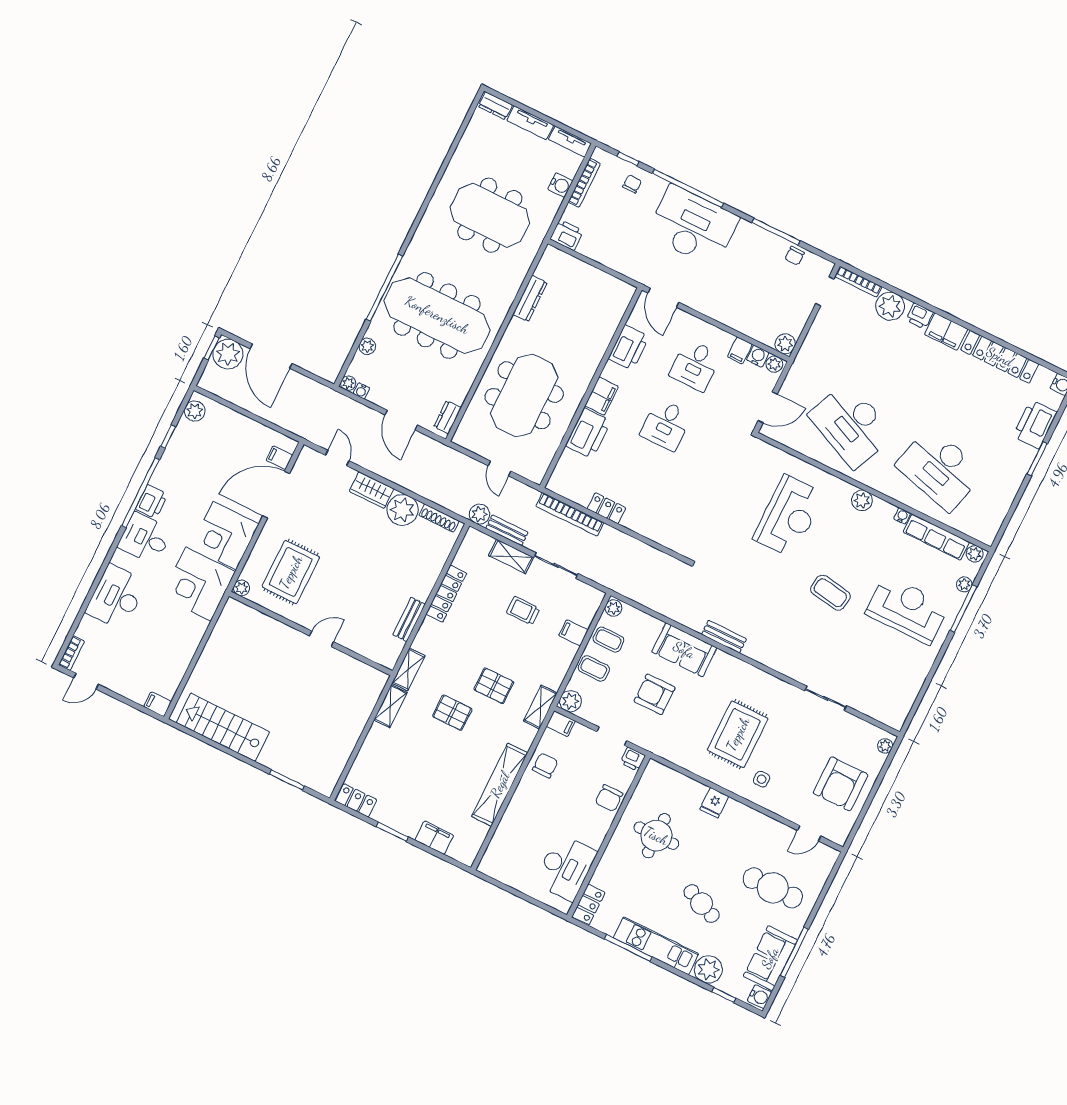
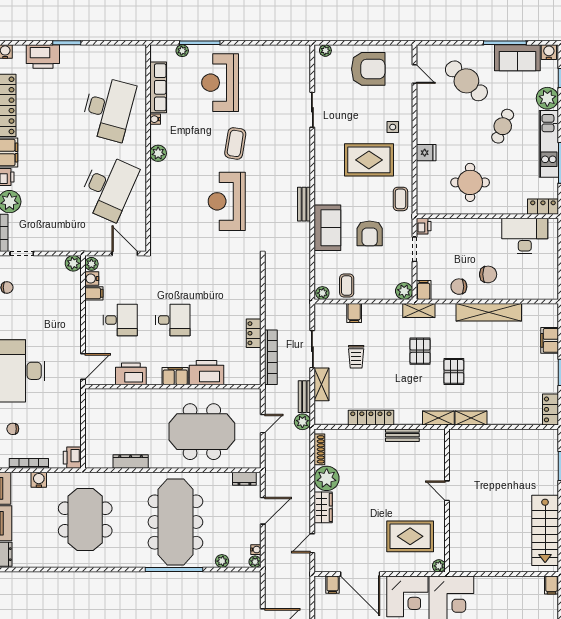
reception desk: (789, 516) -> (227, 201), moved, turned -90
plant: (975, 554) -> (157, 54), removed
coffee table: (594, 668) -> (400, 199), moved
chair: (609, 798) -> (488, 274), moved
cafe table: (773, 888) -> (466, 81), turned -47

